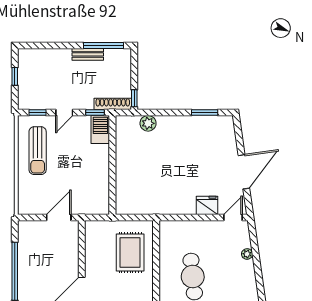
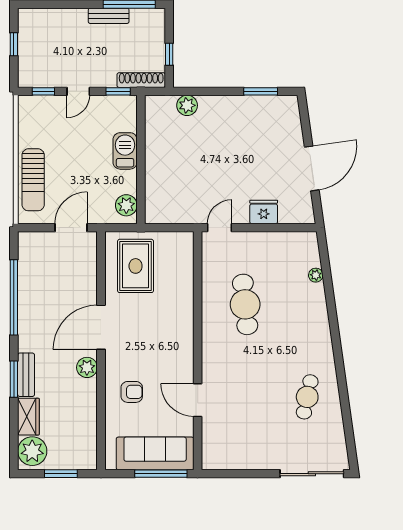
window: (134, 98) -> (169, 54), moved
barbecue: (100, 130) -> (125, 151), moved
sun lounger: (38, 151) -> (33, 180), moved
plant: (101, 200) -> (126, 205), added
door: (233, 217) -> (219, 228), moved
rug: (130, 252) -> (136, 266), moved

